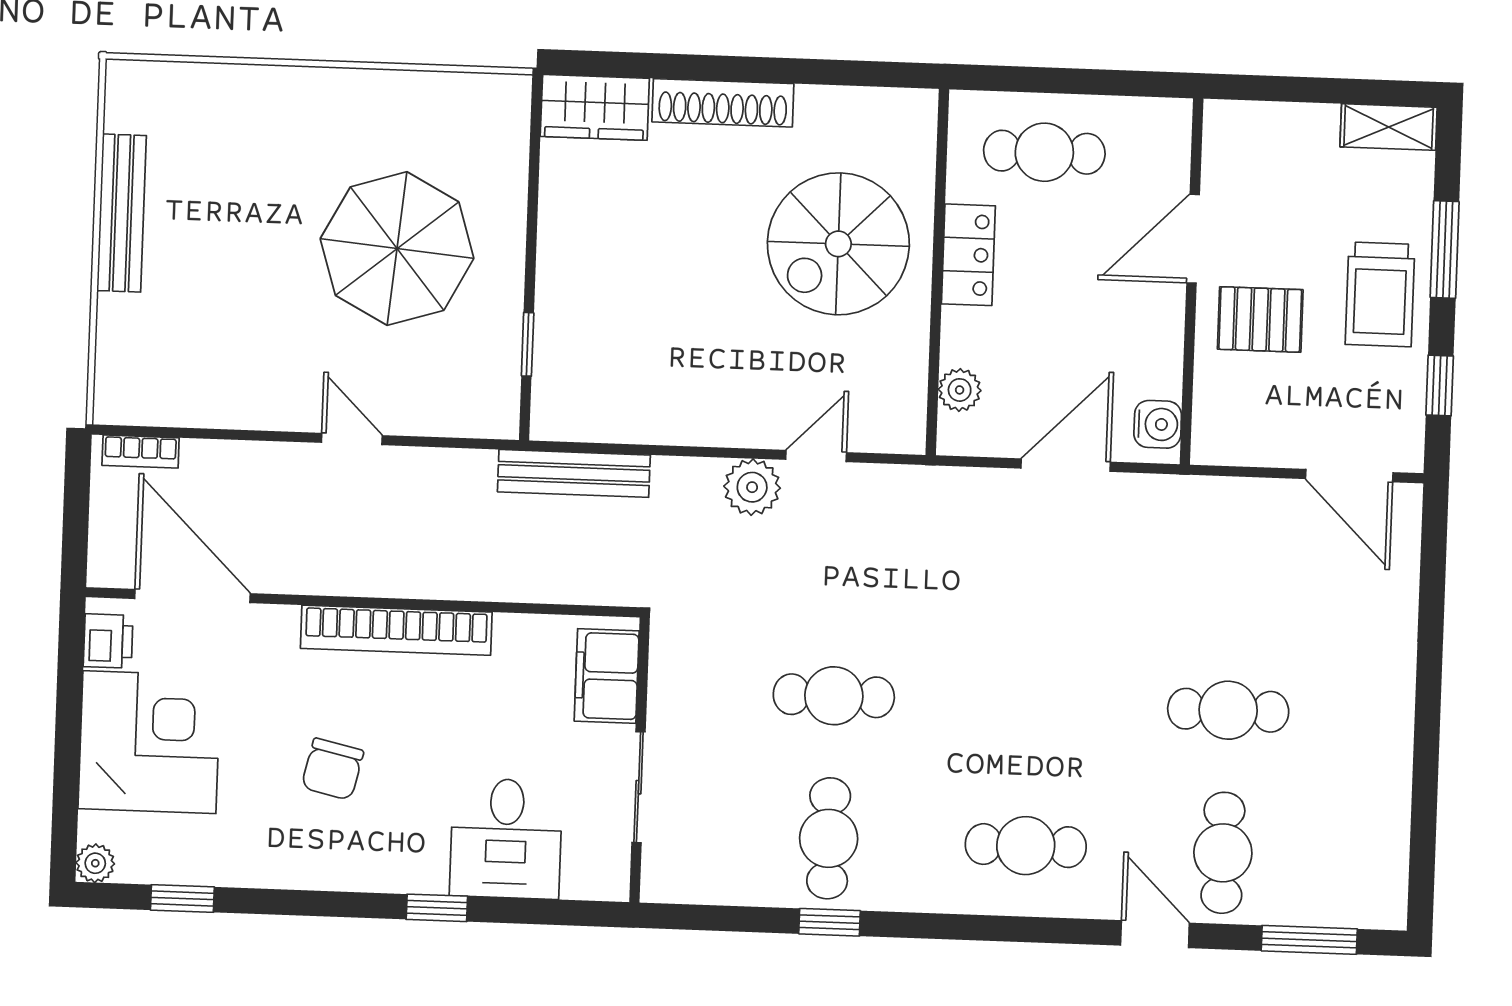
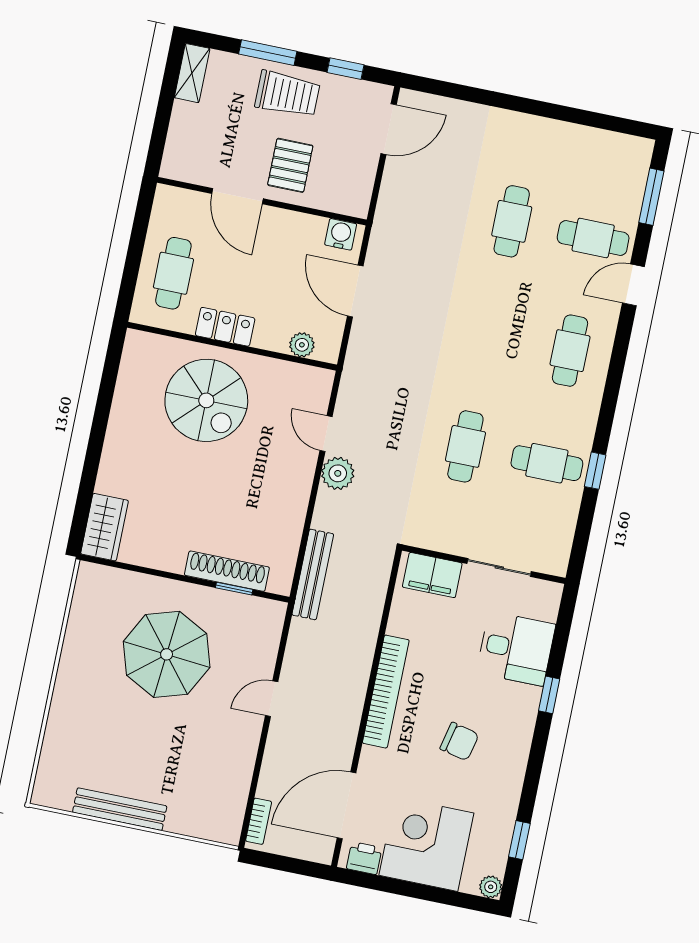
shoe rack: (723, 103) -> (227, 571), moved, turned -90

